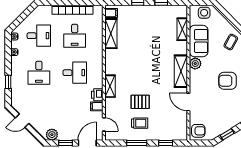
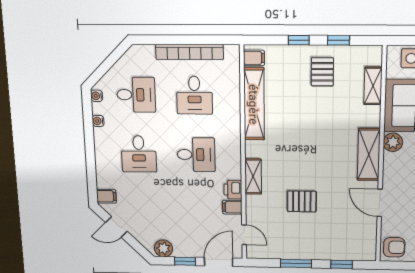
pallet: (152, 21) -> (322, 72), added
shelving: (111, 34) -> (254, 104), width x1.47
window: (8, 82) -> (91, 168), removed
filing cabinet: (17, 100) -> (106, 196), added
trolley: (140, 123) -> (301, 234), removed

